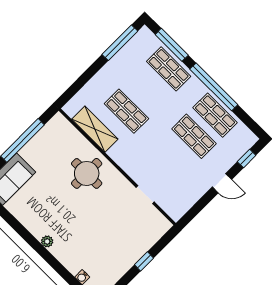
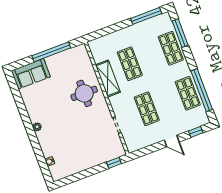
window: (214, 87) -> (202, 90), moved
shelving: (95, 129) -> (108, 79), moved
shop shelf: (194, 136) -> (147, 109), moved
window: (144, 261) -> (114, 163), moved

